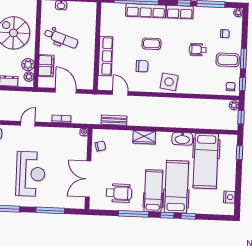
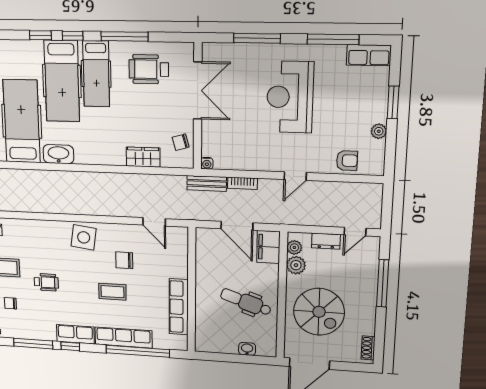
row of seats: (105, 56) -> (179, 307), moved
filing cabinet: (46, 66) -> (268, 247), moved
bench: (114, 120) -> (207, 183), moved
wardrobe: (144, 137) -> (143, 157), moved

